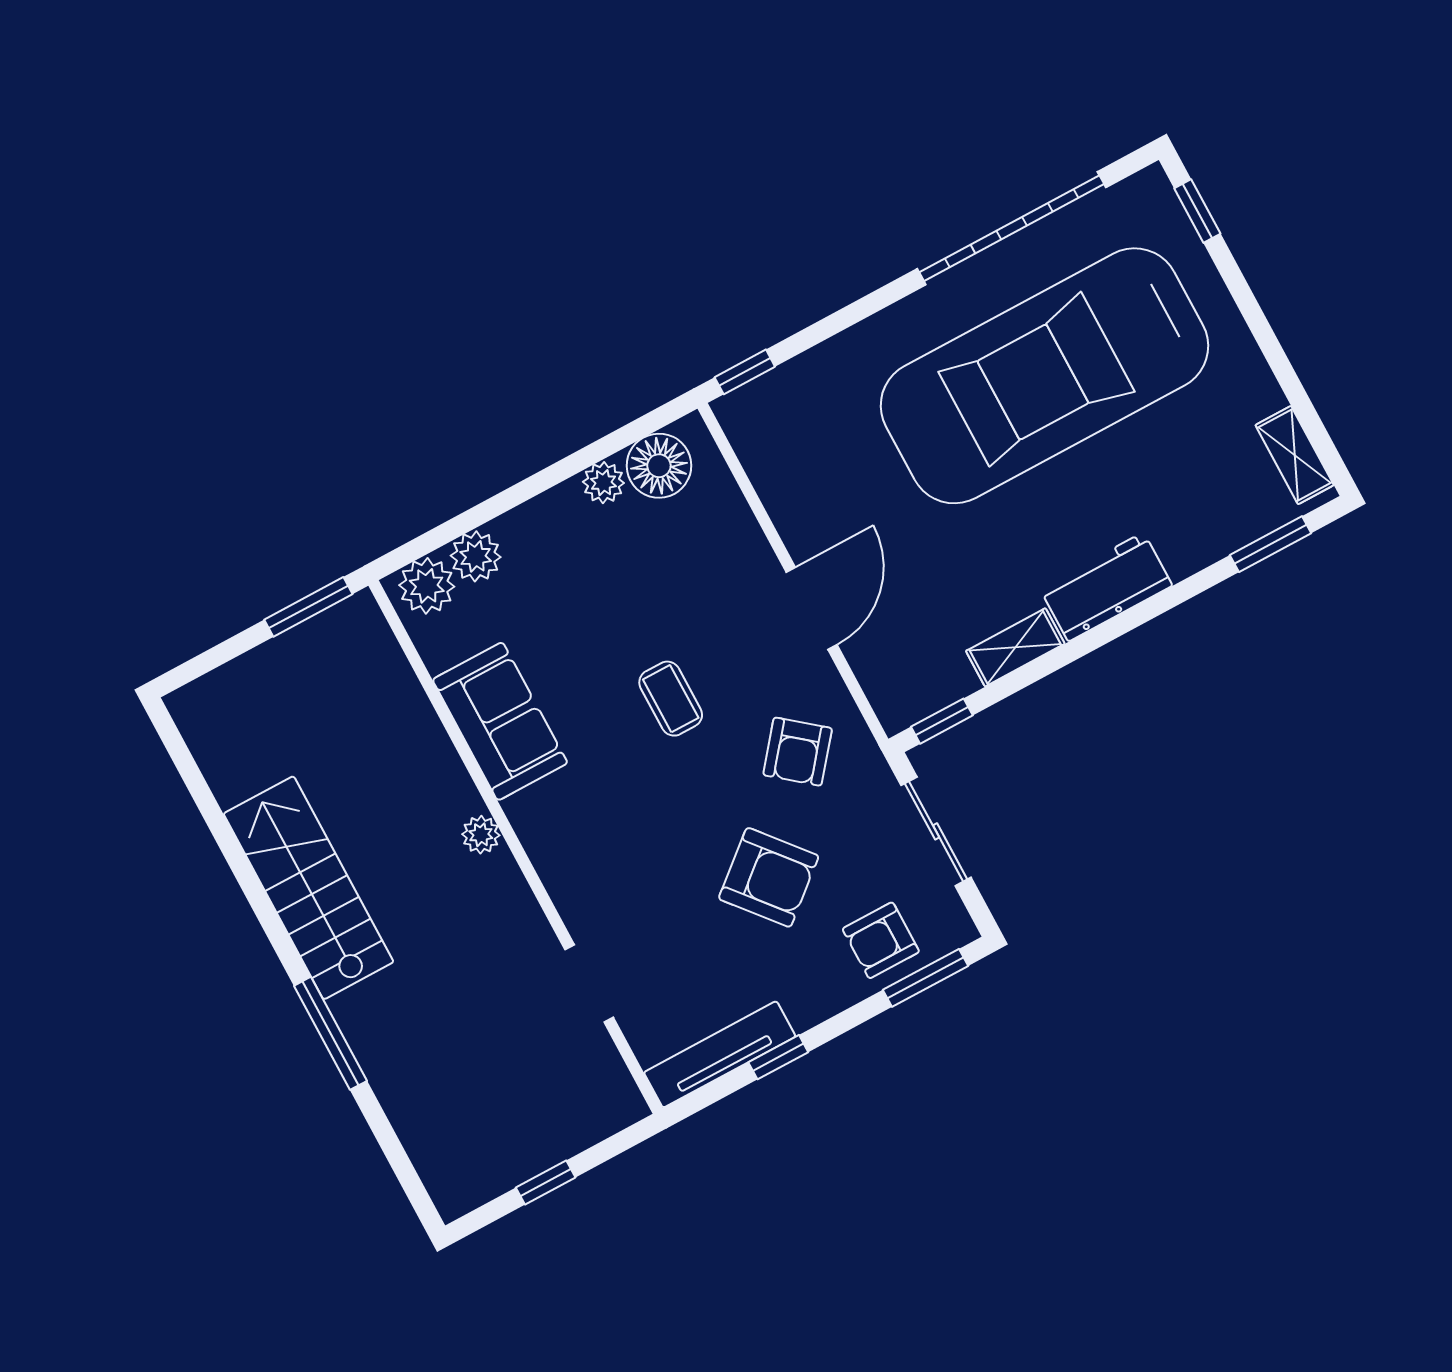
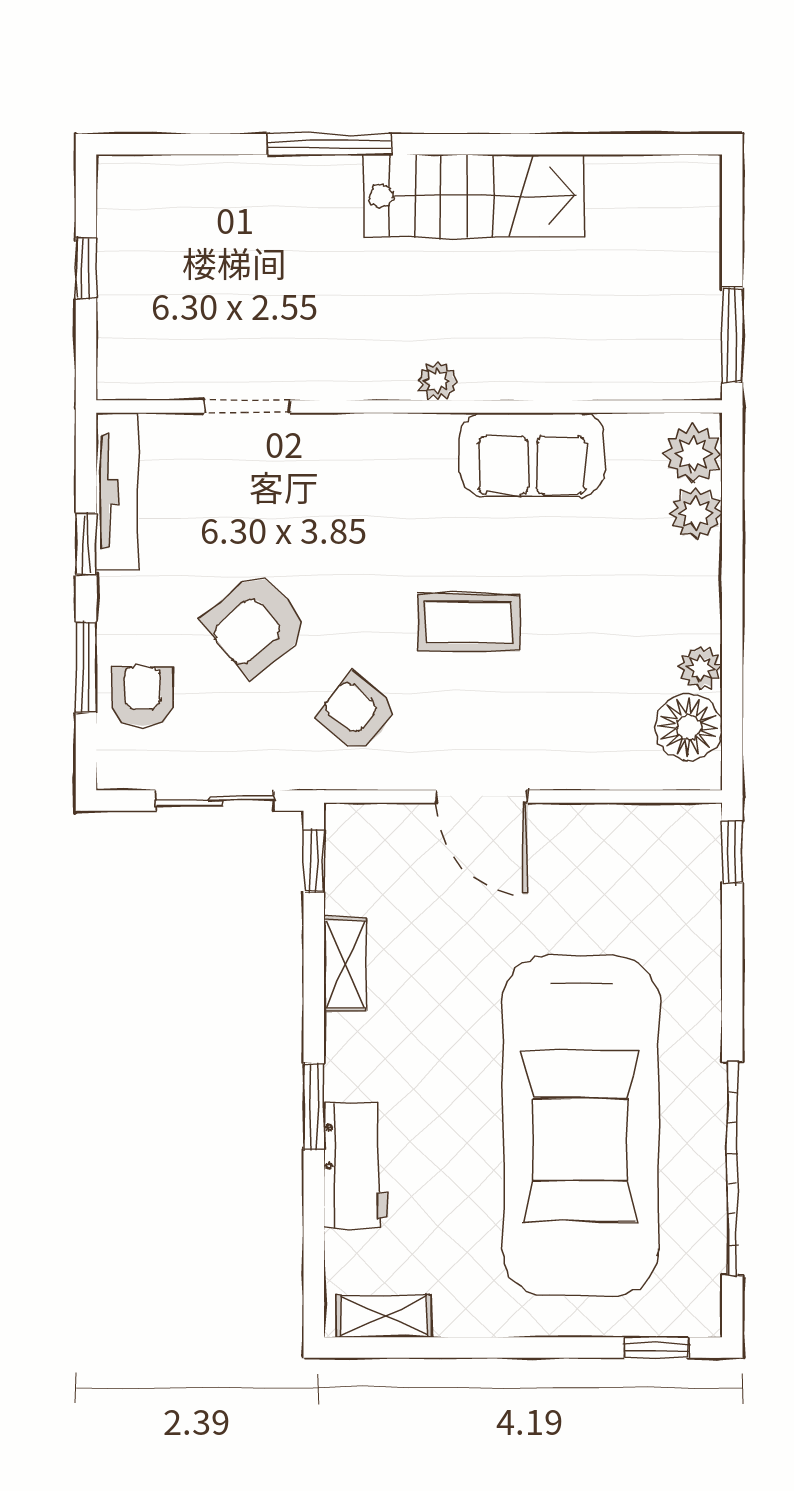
car: (1044, 376) -> (580, 1126), turned 180
window: (1270, 544) -> (314, 1106), moved
workbench: (1106, 587) -> (356, 1165), moved
coffee table: (671, 699) -> (469, 622), width x1.36, depth x1.30
window: (925, 978) -> (86, 667), moved

